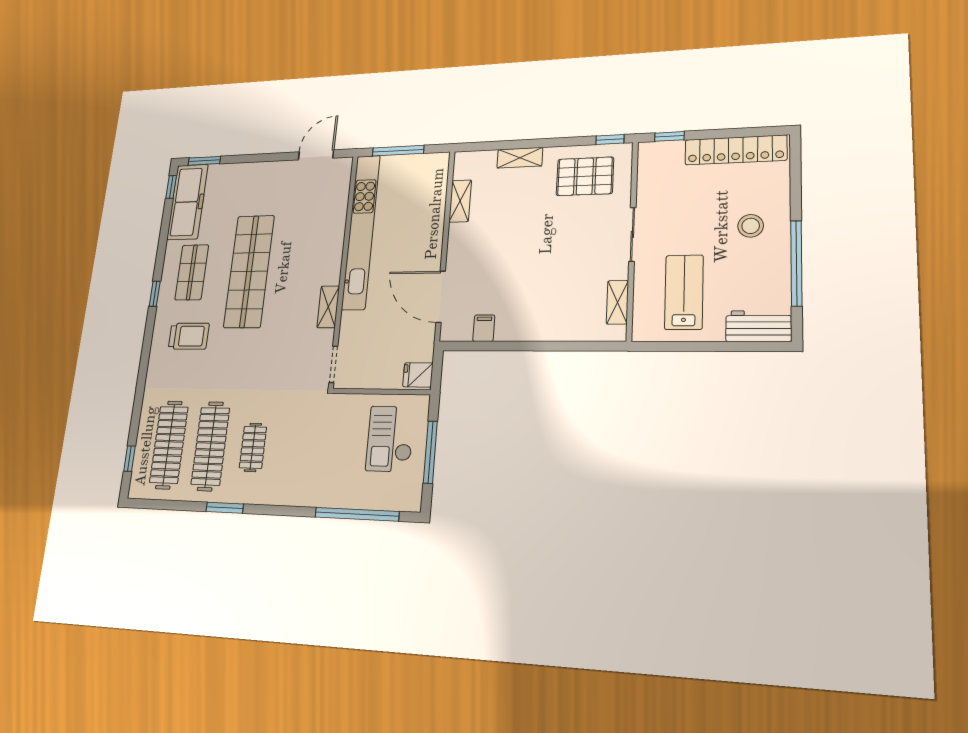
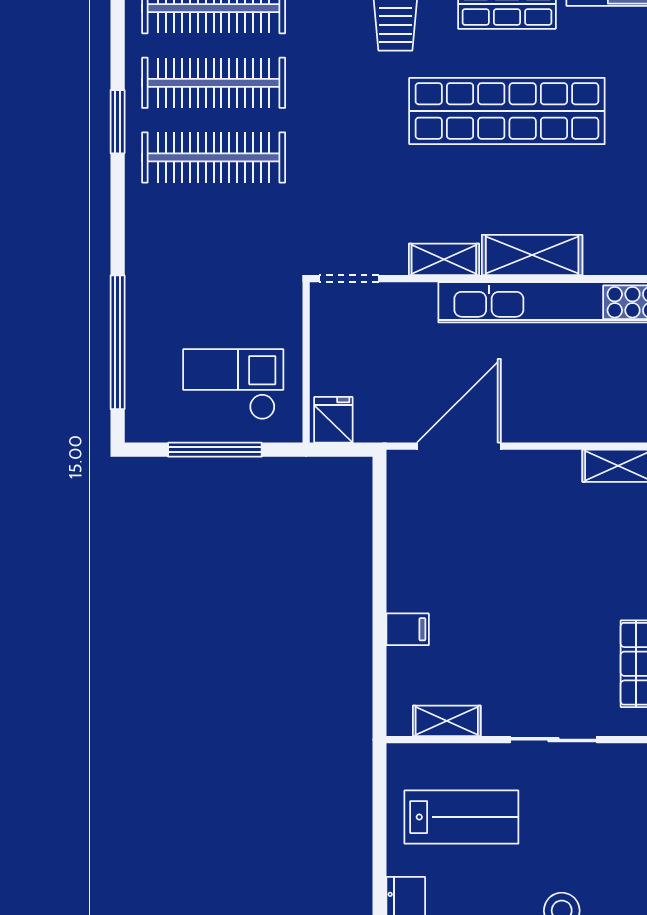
shelving: (331, 255) -> (532, 255), added
filing cabinet: (484, 328) -> (408, 629), moved
clothes rail: (253, 447) -> (214, 157), width x1.86, depth x1.31

